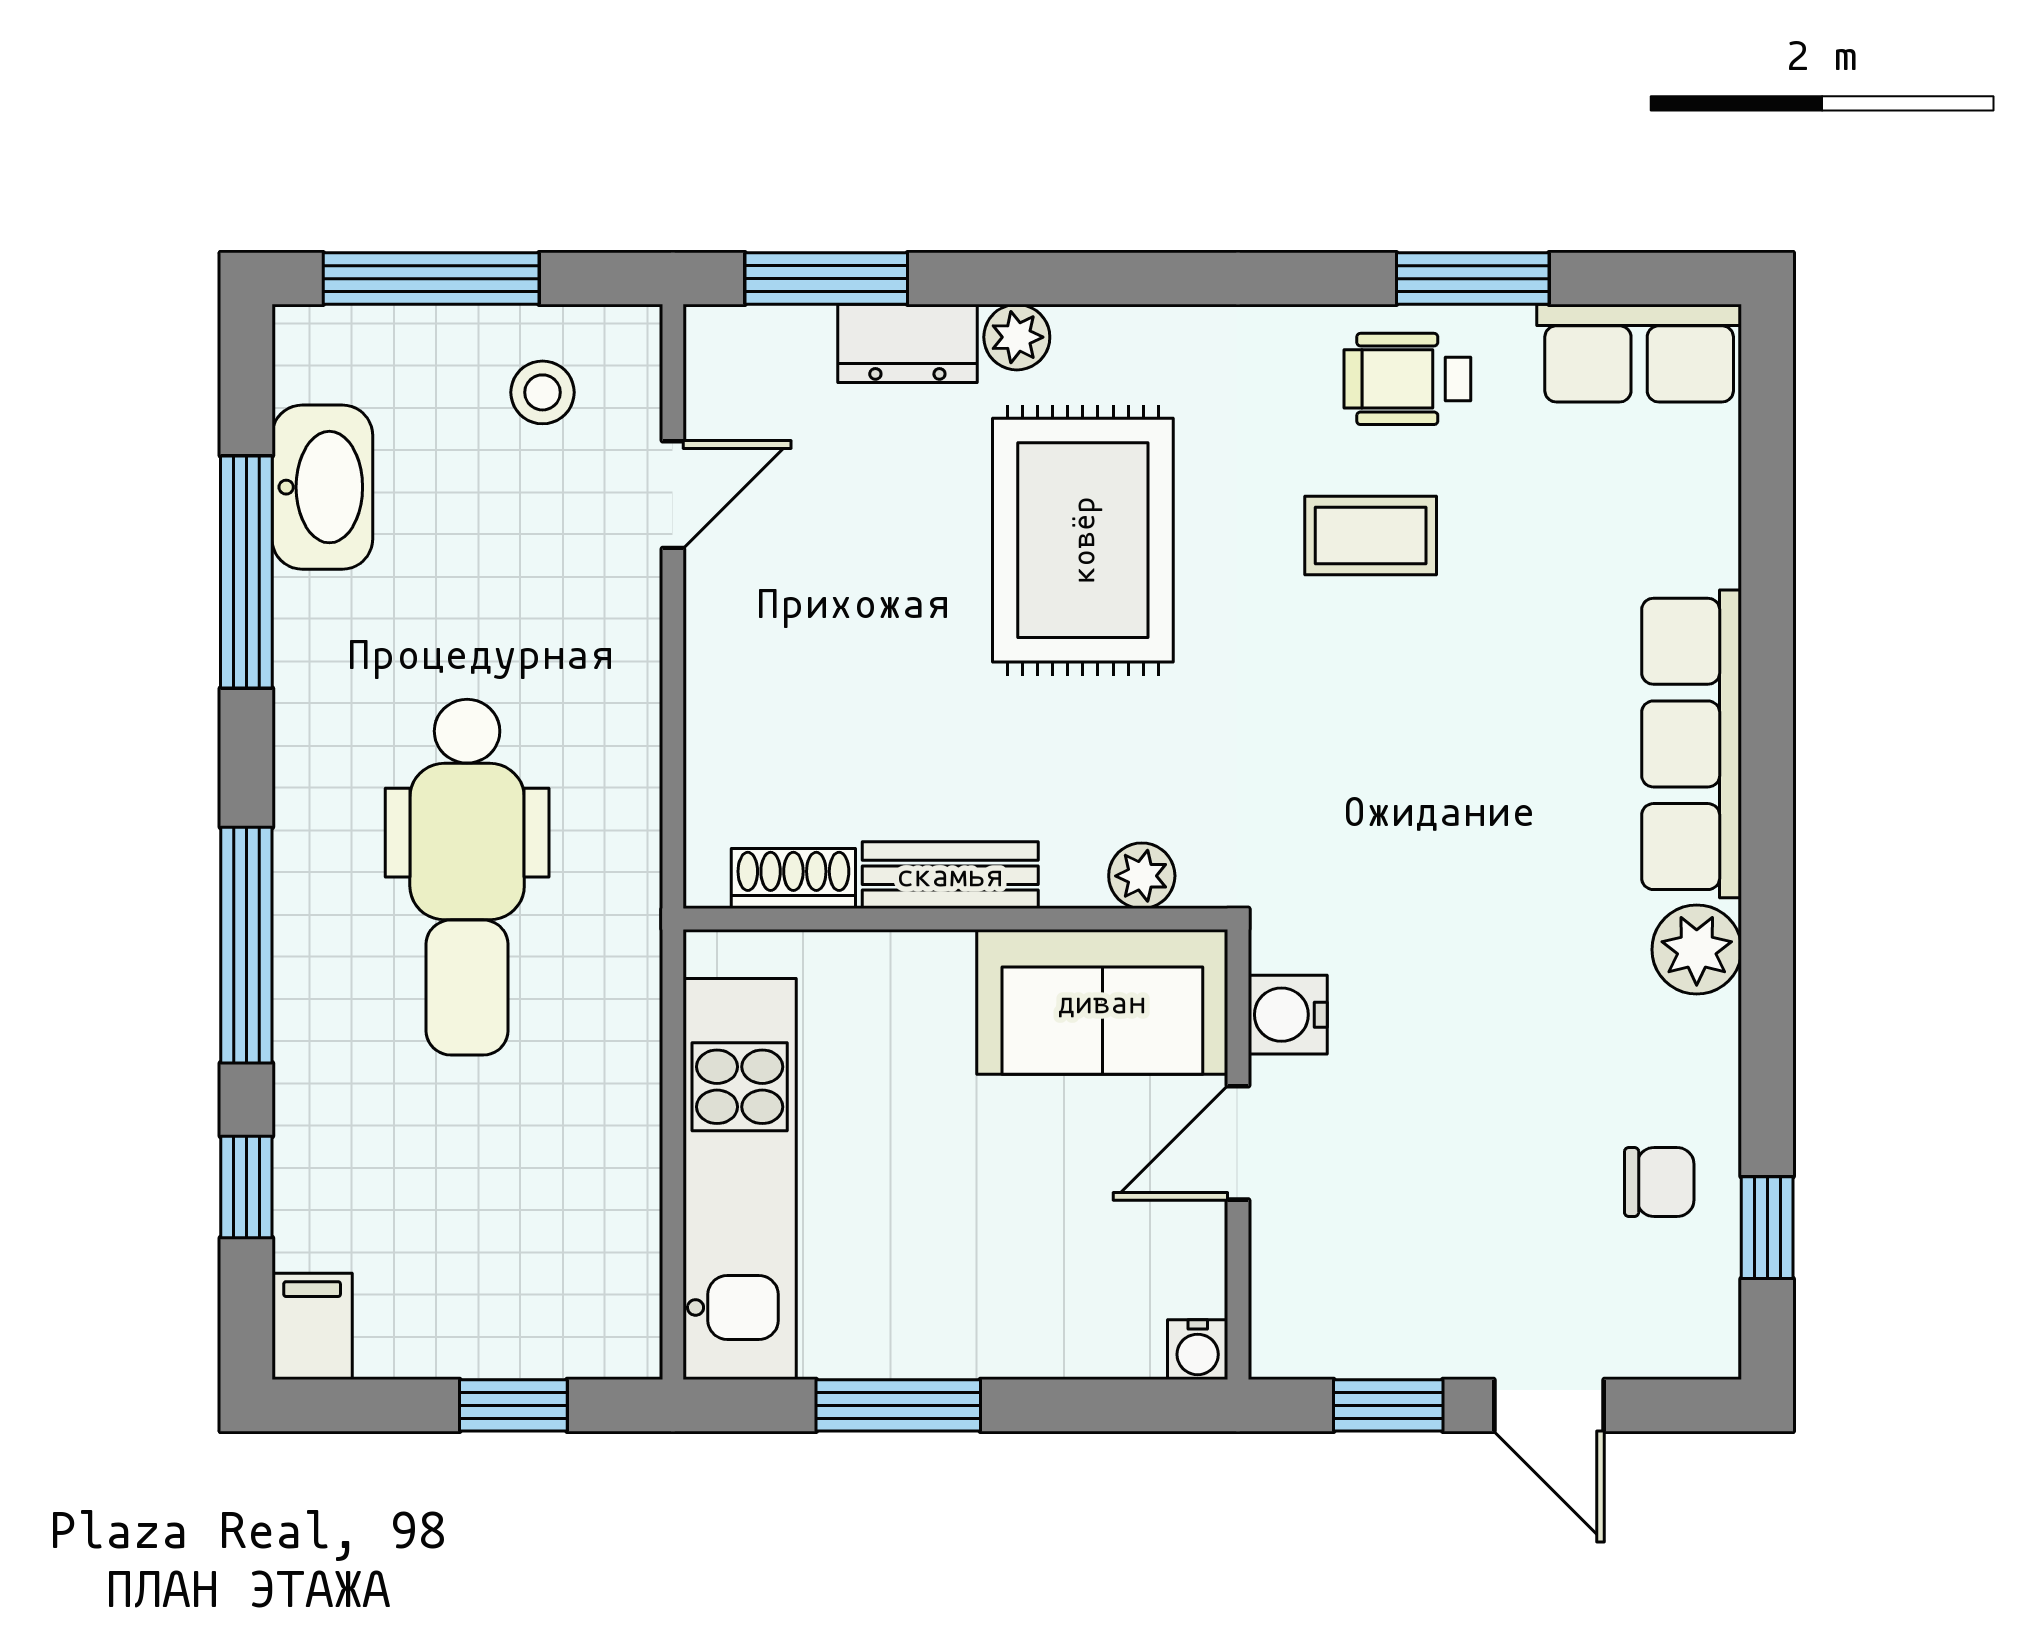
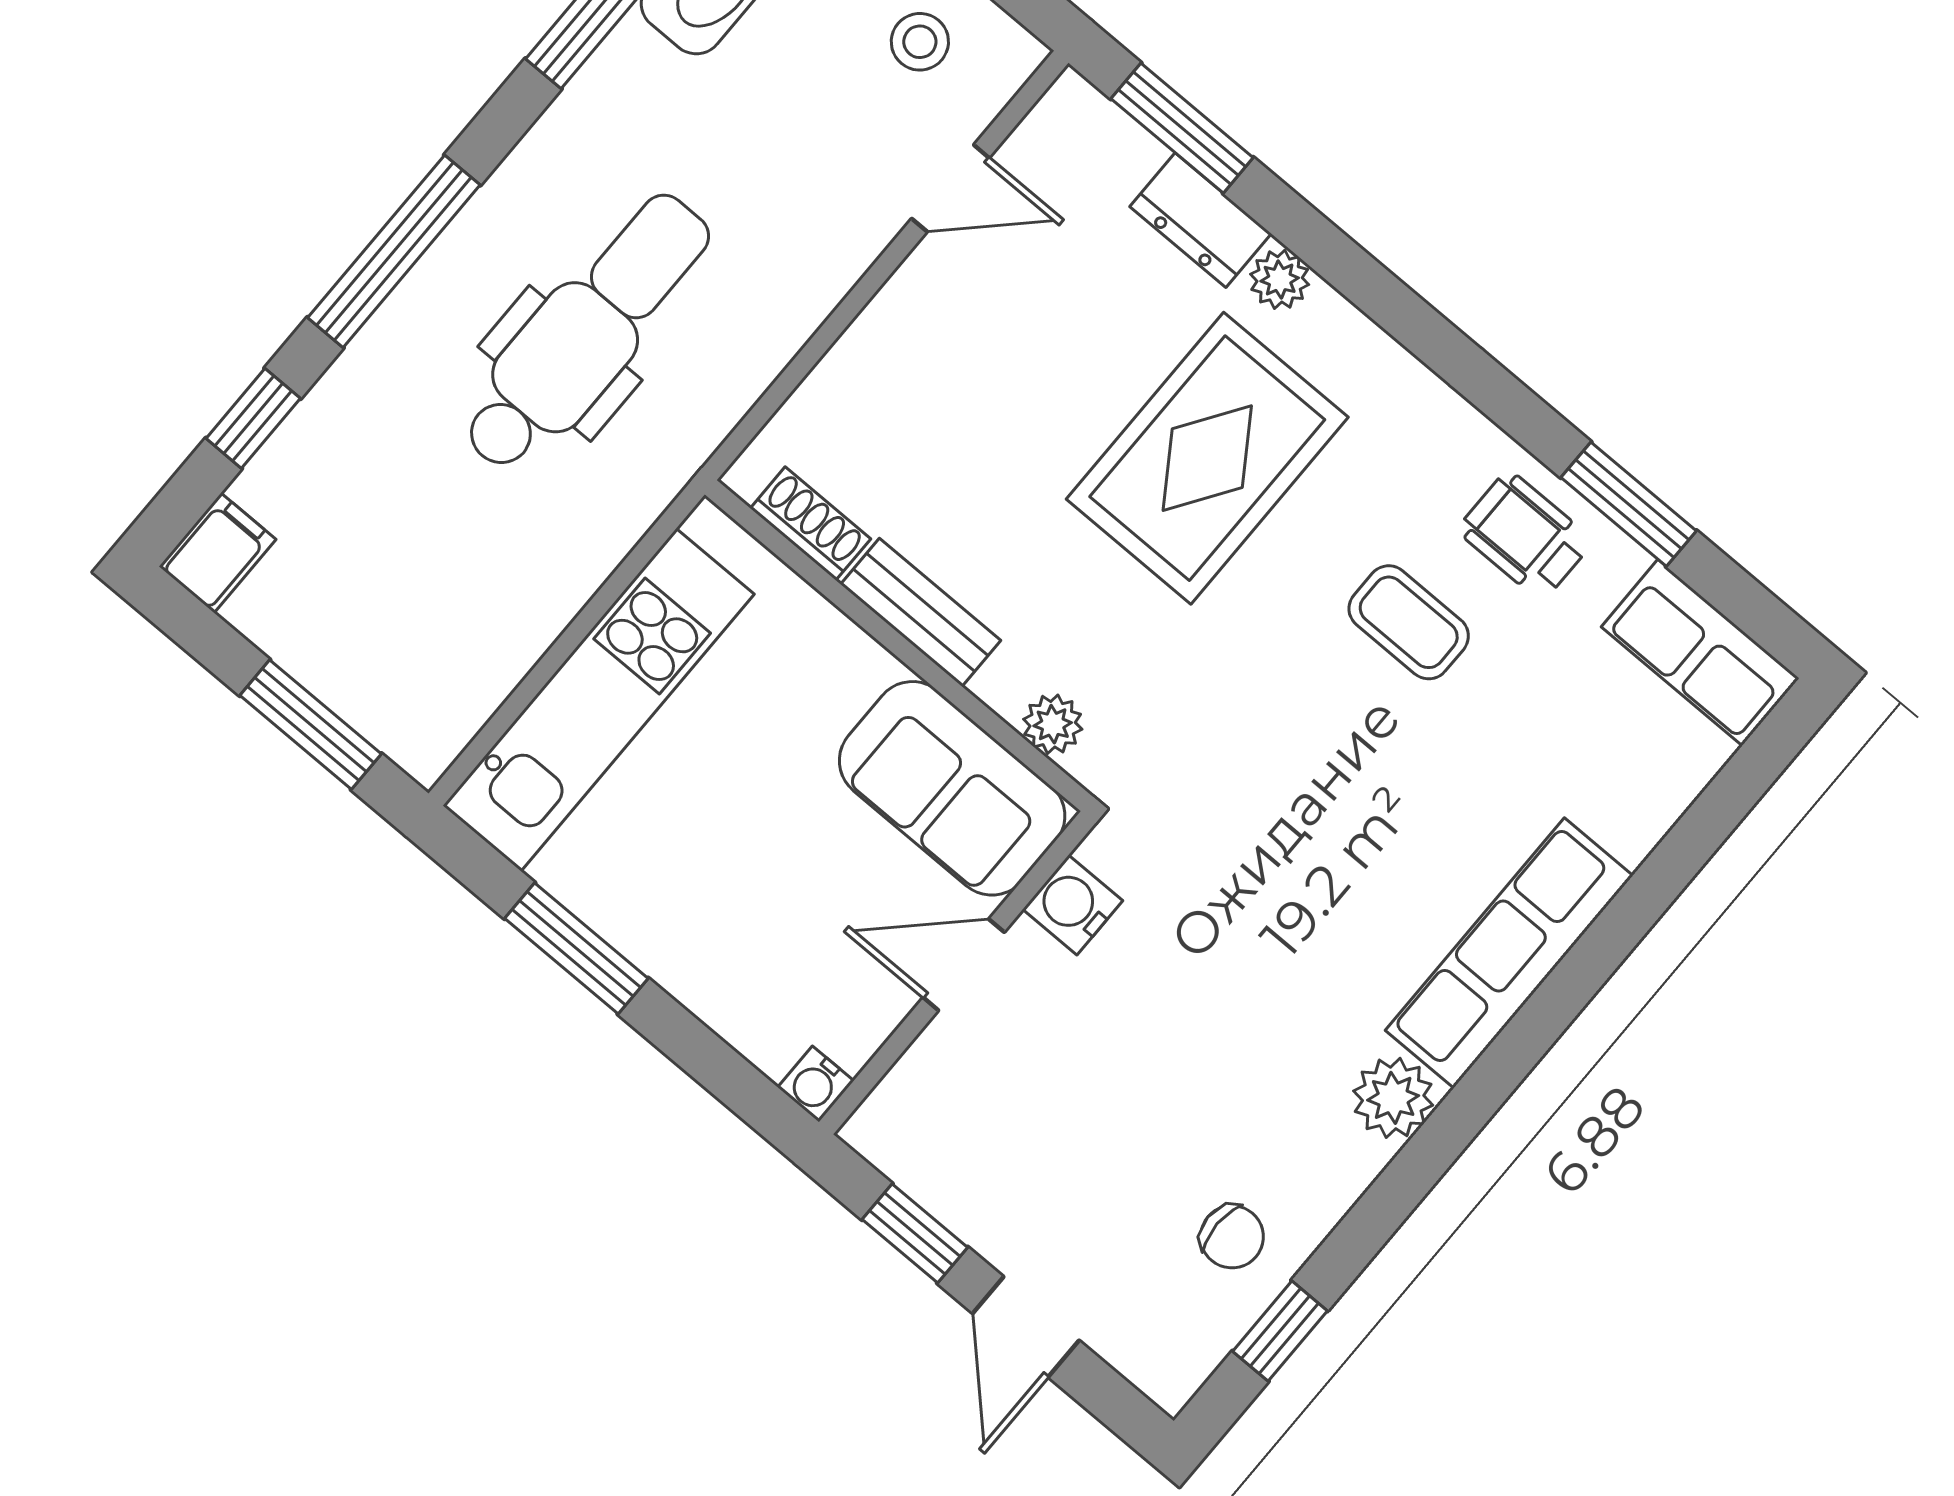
dental chair: (467, 877) -> (586, 333), turned 180
window: (513, 1405) -> (311, 725), width x1.50

